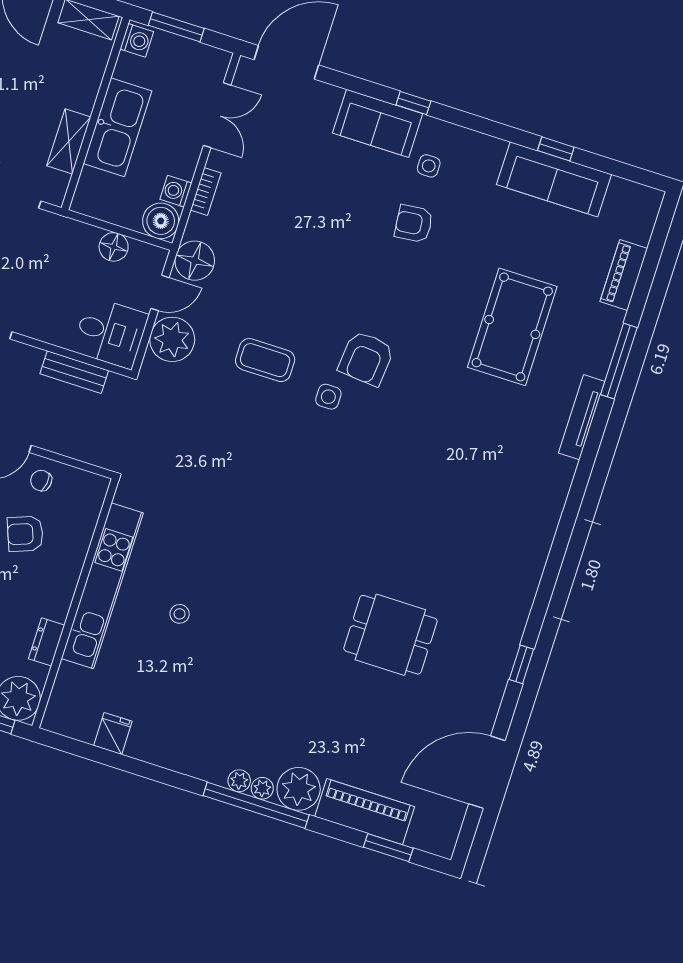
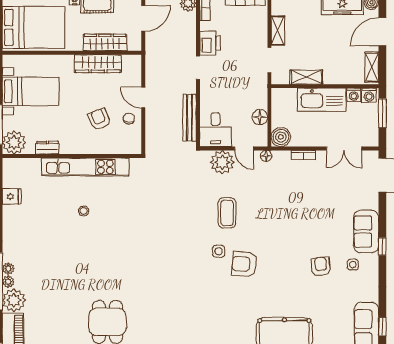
washing machine: (176, 191) -> (354, 95), moved, turned 180
floor lamp: (195, 261) -> (266, 156), width x0.53, depth x0.53
bench: (74, 372) -> (190, 118), width x1.36

